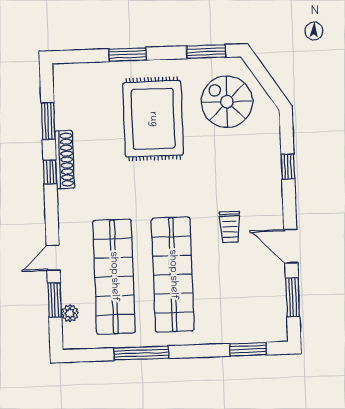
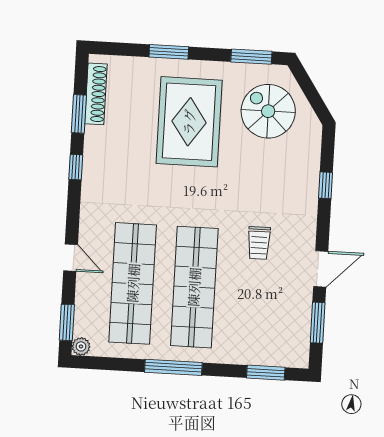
shoe rack: (65, 160) -> (96, 94), moved
door: (291, 246) -> (321, 269), swing flipped
door: (53, 258) -> (71, 258), swing flipped
window: (55, 300) -> (67, 322), moved
plant: (70, 313) -> (81, 346), moved
window: (141, 353) -> (173, 367), moved

